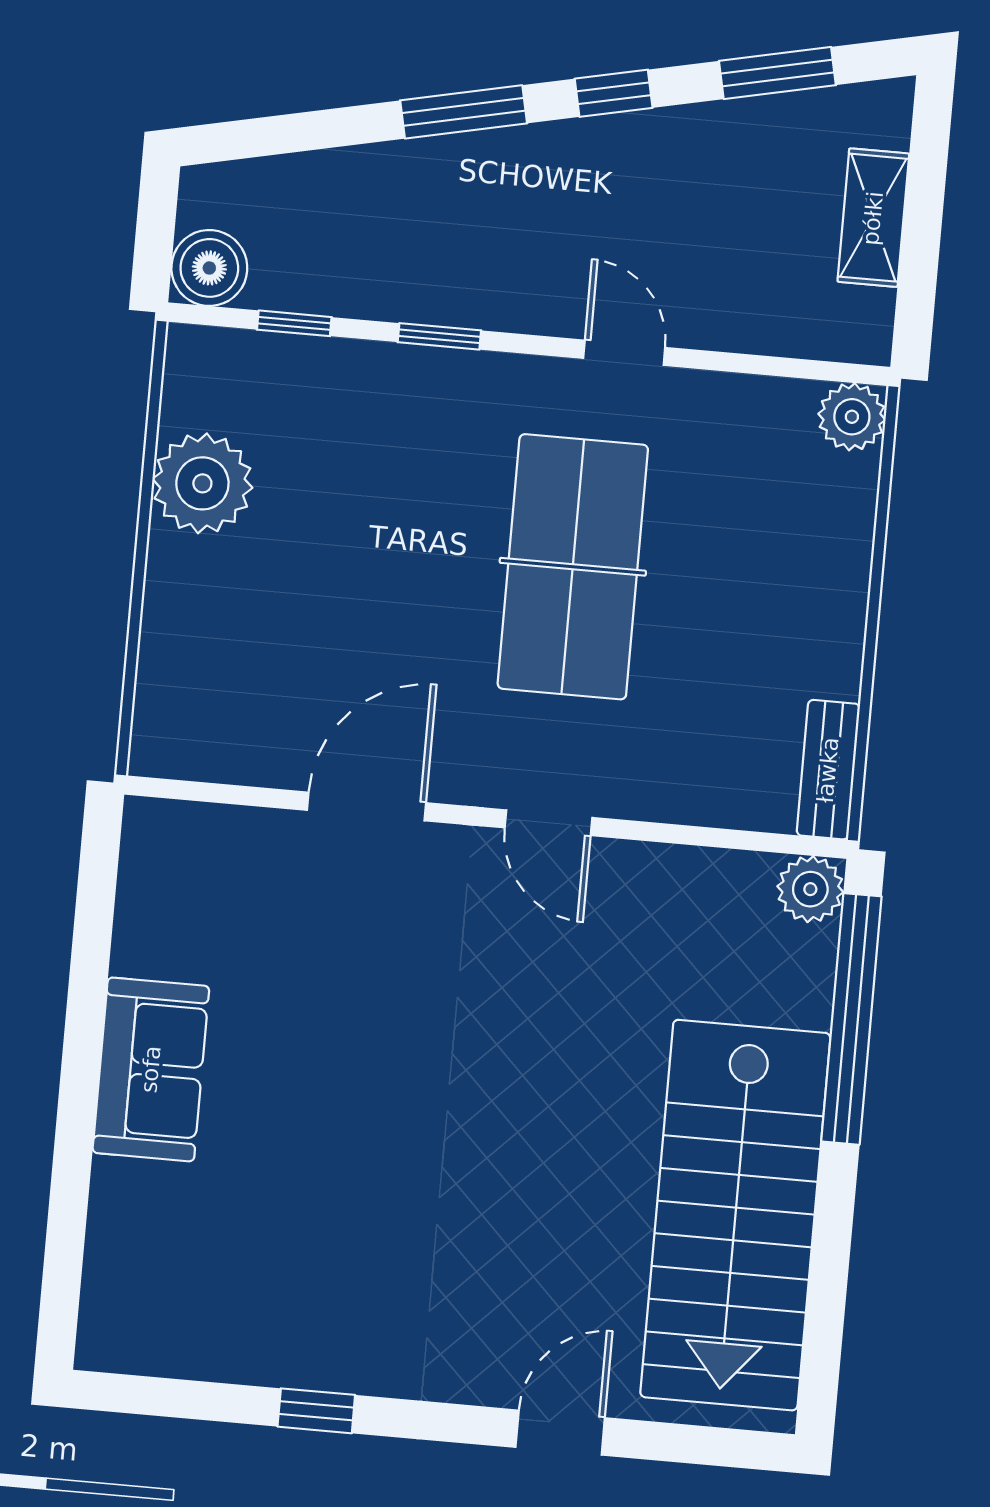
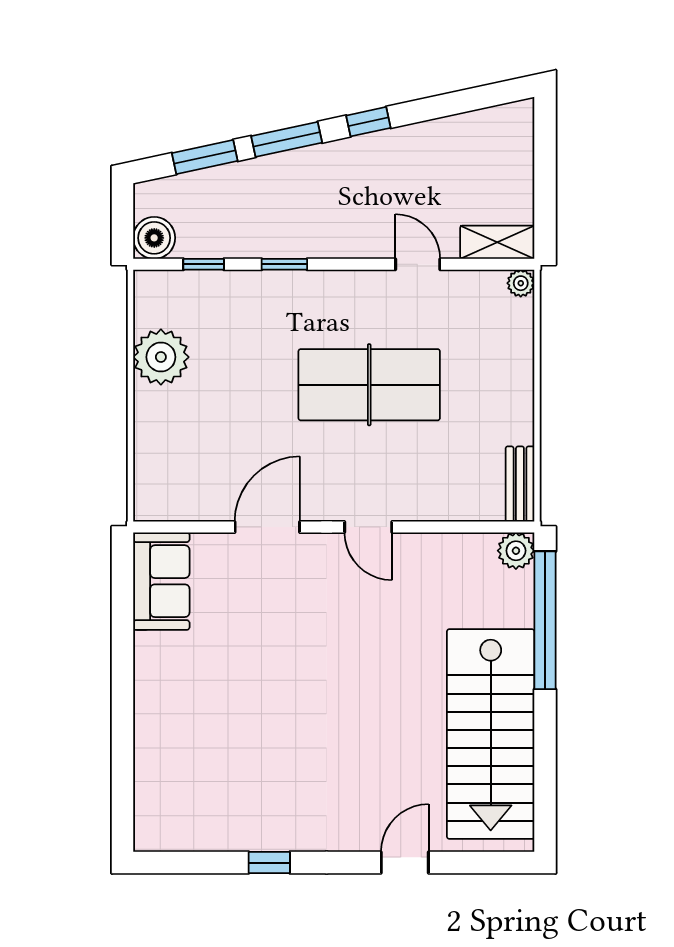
window: (777, 73) -> (205, 157), moved
shelving: (873, 218) -> (497, 242), moved, turned 90
door: (624, 353) -> (418, 264), moved
plant: (852, 417) -> (521, 283), width x0.73, depth x0.73
table tennis table: (573, 567) -> (369, 385), turned 90
sofa: (151, 1069) -> (161, 581), moved

